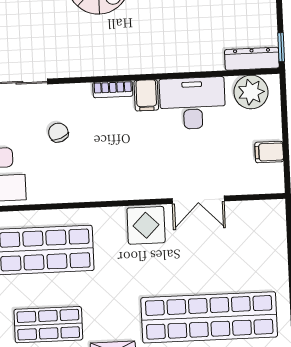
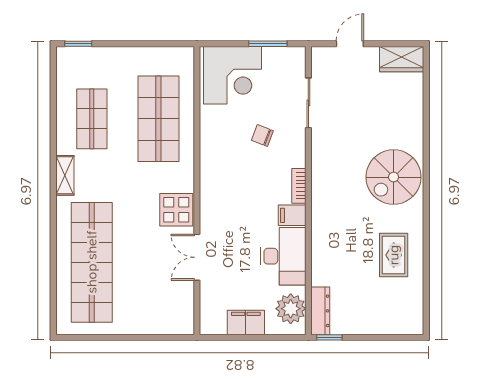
chair: (58, 133) -> (262, 135), turned -137
filing cabinet: (269, 152) -> (246, 322), width x2.00

